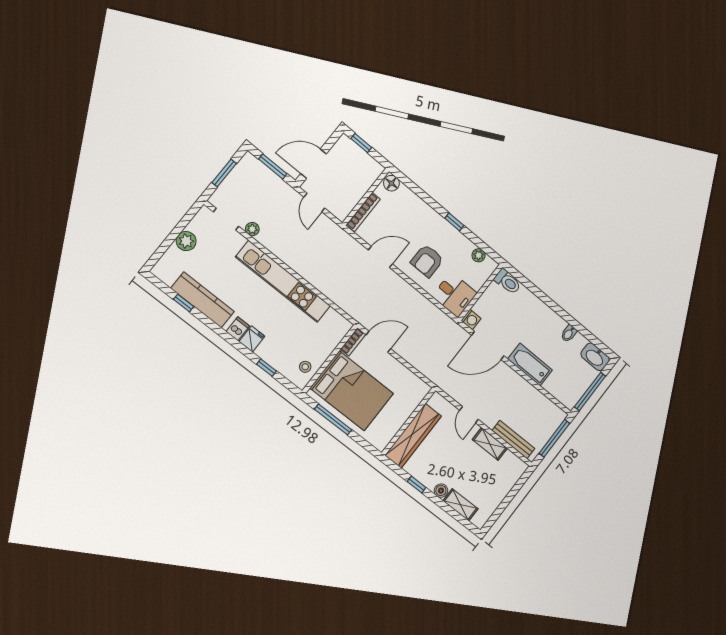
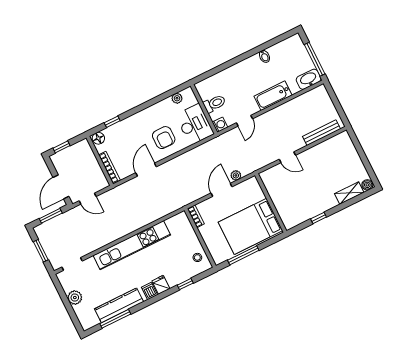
window: (454, 222) -> (112, 122), moved
plant: (252, 229) -> (236, 175), moved
toilet: (508, 282) -> (215, 104), moved
desk: (454, 295) -> (195, 124), width x1.37
window: (184, 303) -> (115, 319), width x2.17
door: (378, 342) -> (222, 190), moved
door: (488, 346) -> (244, 121), width x0.53
washbasin: (595, 357) -> (309, 79), moved, turned 180
bed: (352, 391) -> (250, 226), moved, turned 180
wardrobe: (413, 436) -> (282, 204), removed
window: (554, 438) -> (336, 102), removed
shelving: (490, 444) -> (316, 152), removed
boiler: (441, 491) -> (367, 185), moved

